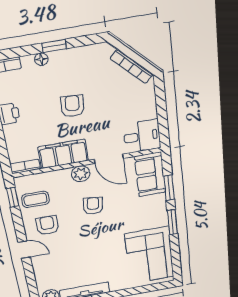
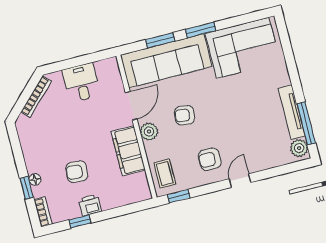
window: (54, 46) -> (27, 188), moved
armchair: (72, 106) -> (77, 172), moved
desk: (142, 136) -> (81, 83), moved
bookcase: (25, 166) -> (144, 186), removed
sofa: (150, 174) -> (166, 61), width x1.85, depth x1.27
coffee table: (35, 199) -> (165, 174), moved

